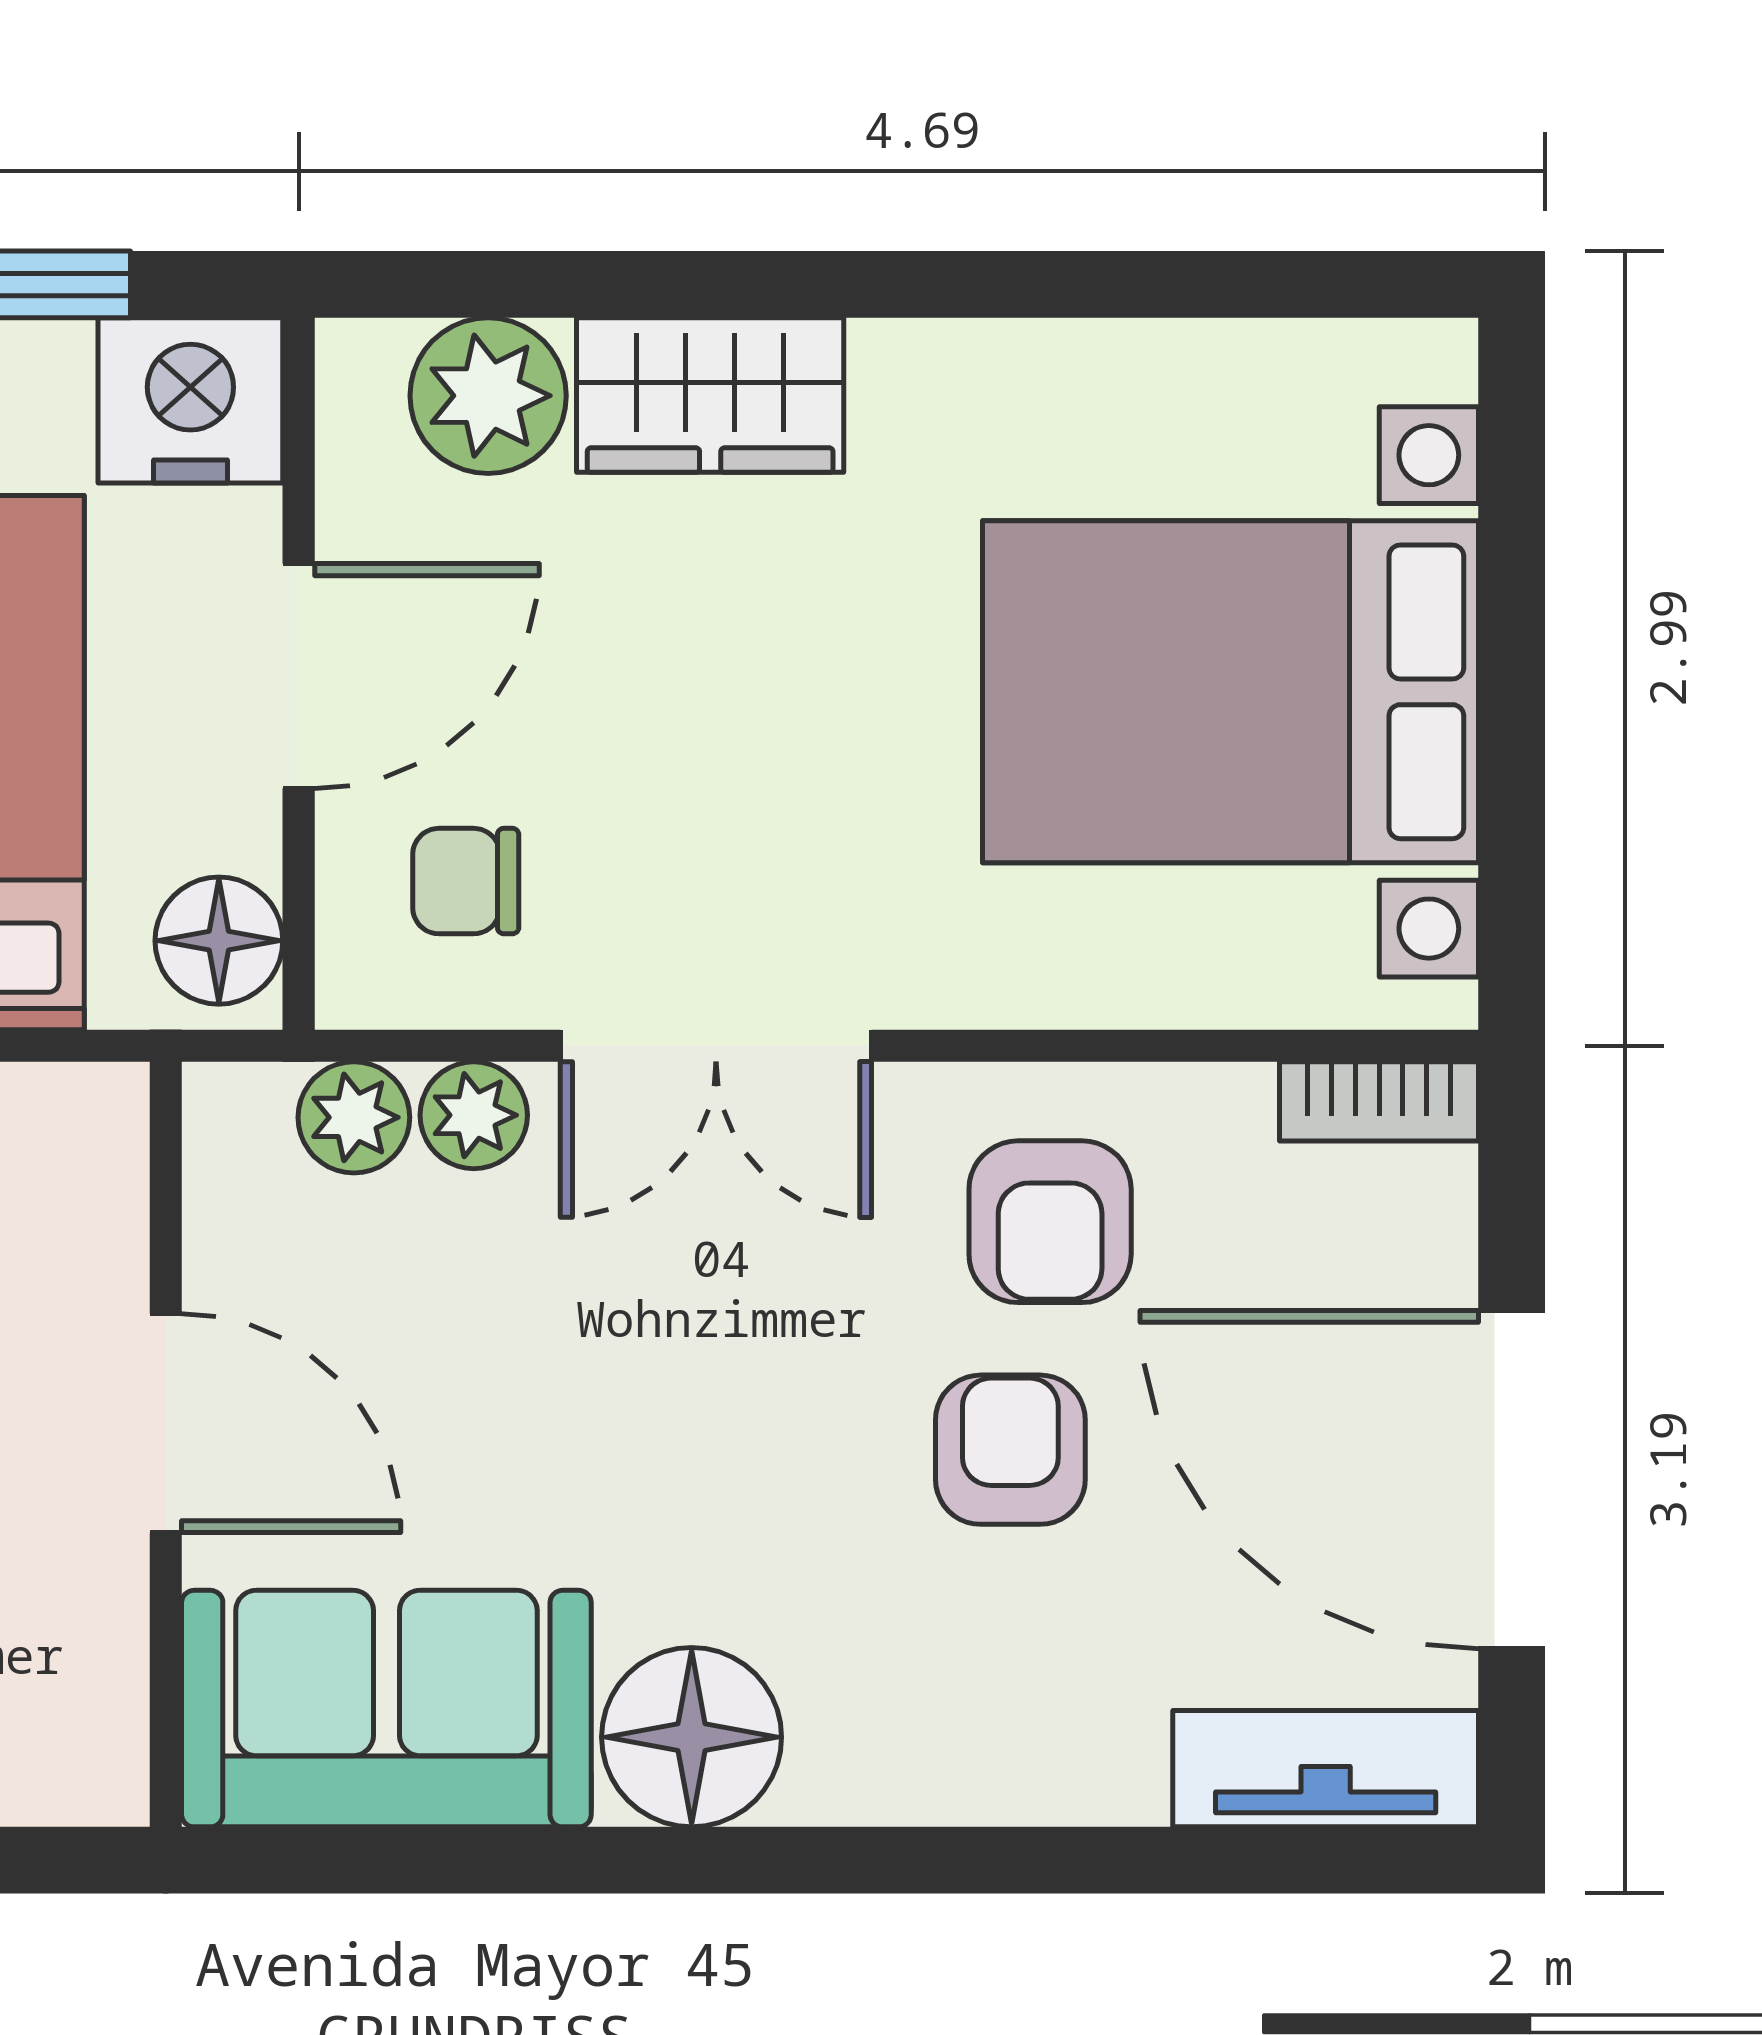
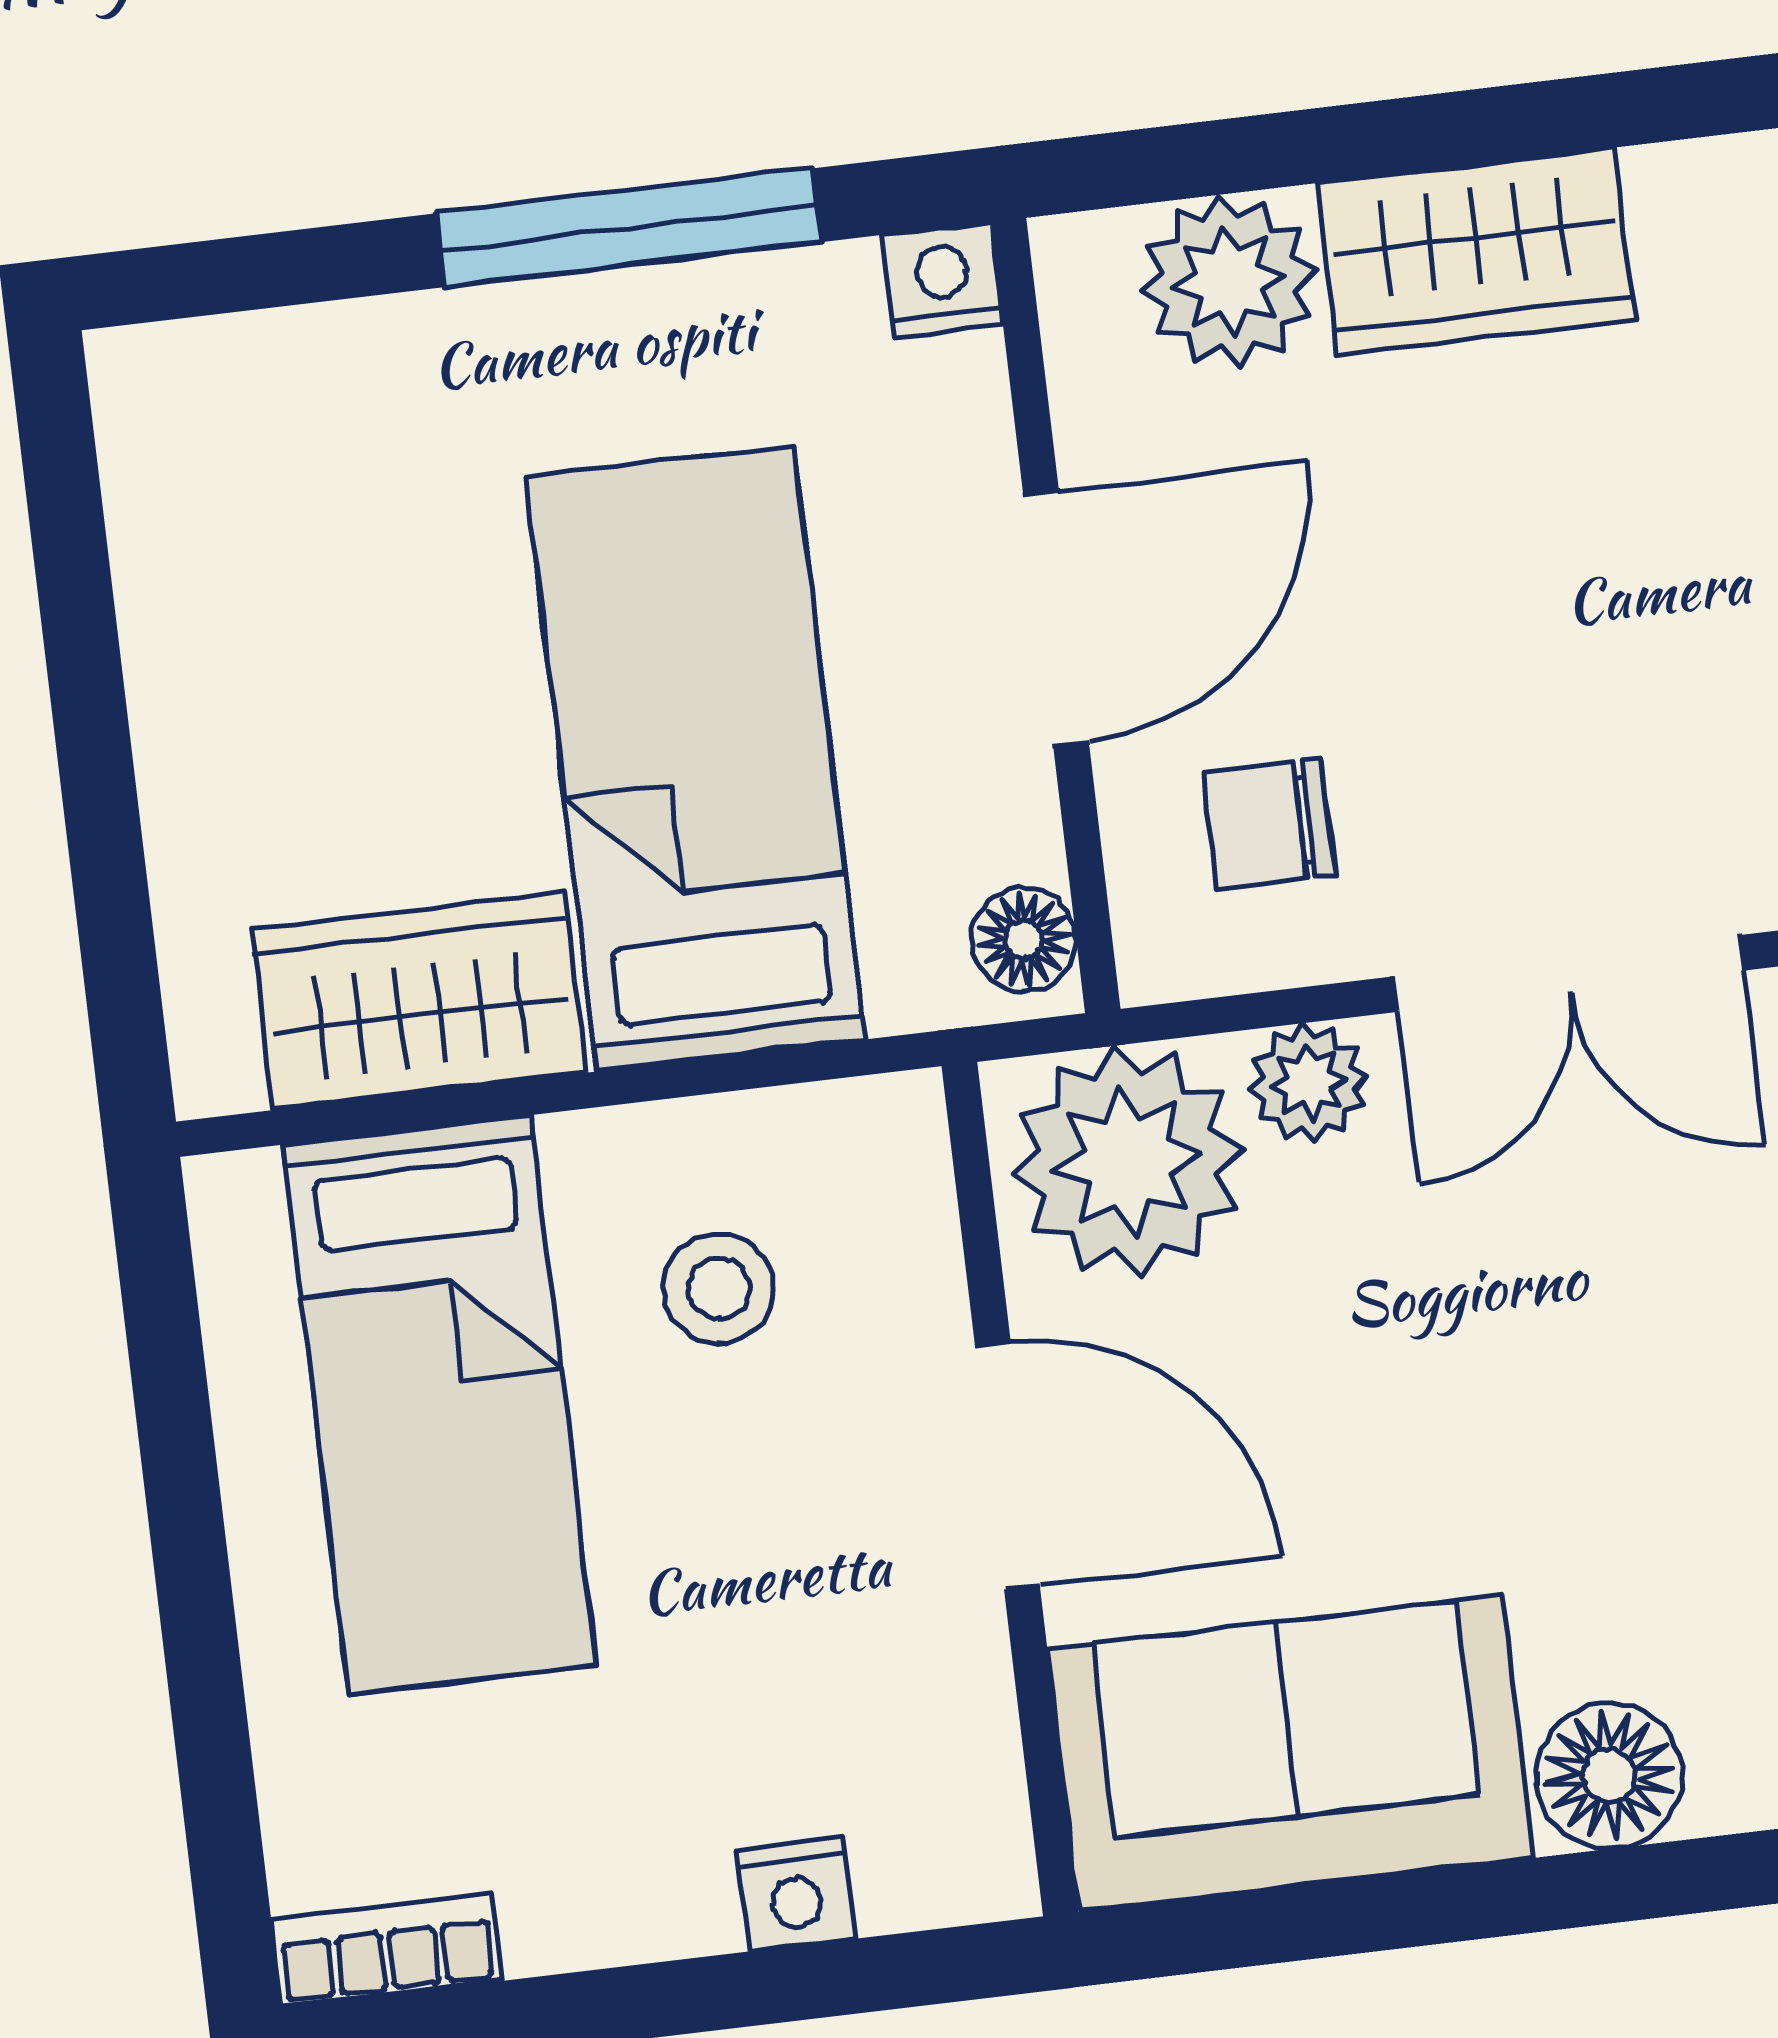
nightstand: (190, 400) -> (943, 280), width x0.53, depth x0.56
floor lamp: (219, 941) -> (1024, 939), width x0.73, depth x0.73
plant: (354, 1117) -> (1128, 1162), width x1.88, depth x1.88
floor lamp: (692, 1737) -> (1609, 1775), width x0.73, depth x0.73

